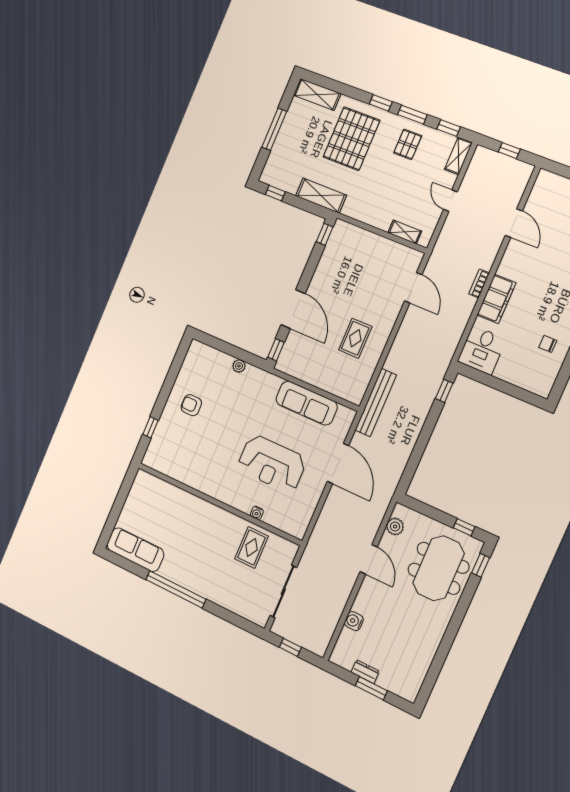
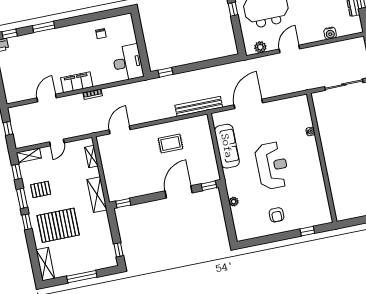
shelving: (321, 196) -> (97, 195), moved
filing cabinet: (496, 299) -> (77, 82), moved
desk: (482, 350) -> (128, 63), width x1.37
reception desk: (272, 464) -> (272, 166), moved
rug: (251, 547) -> (333, 121), removed

